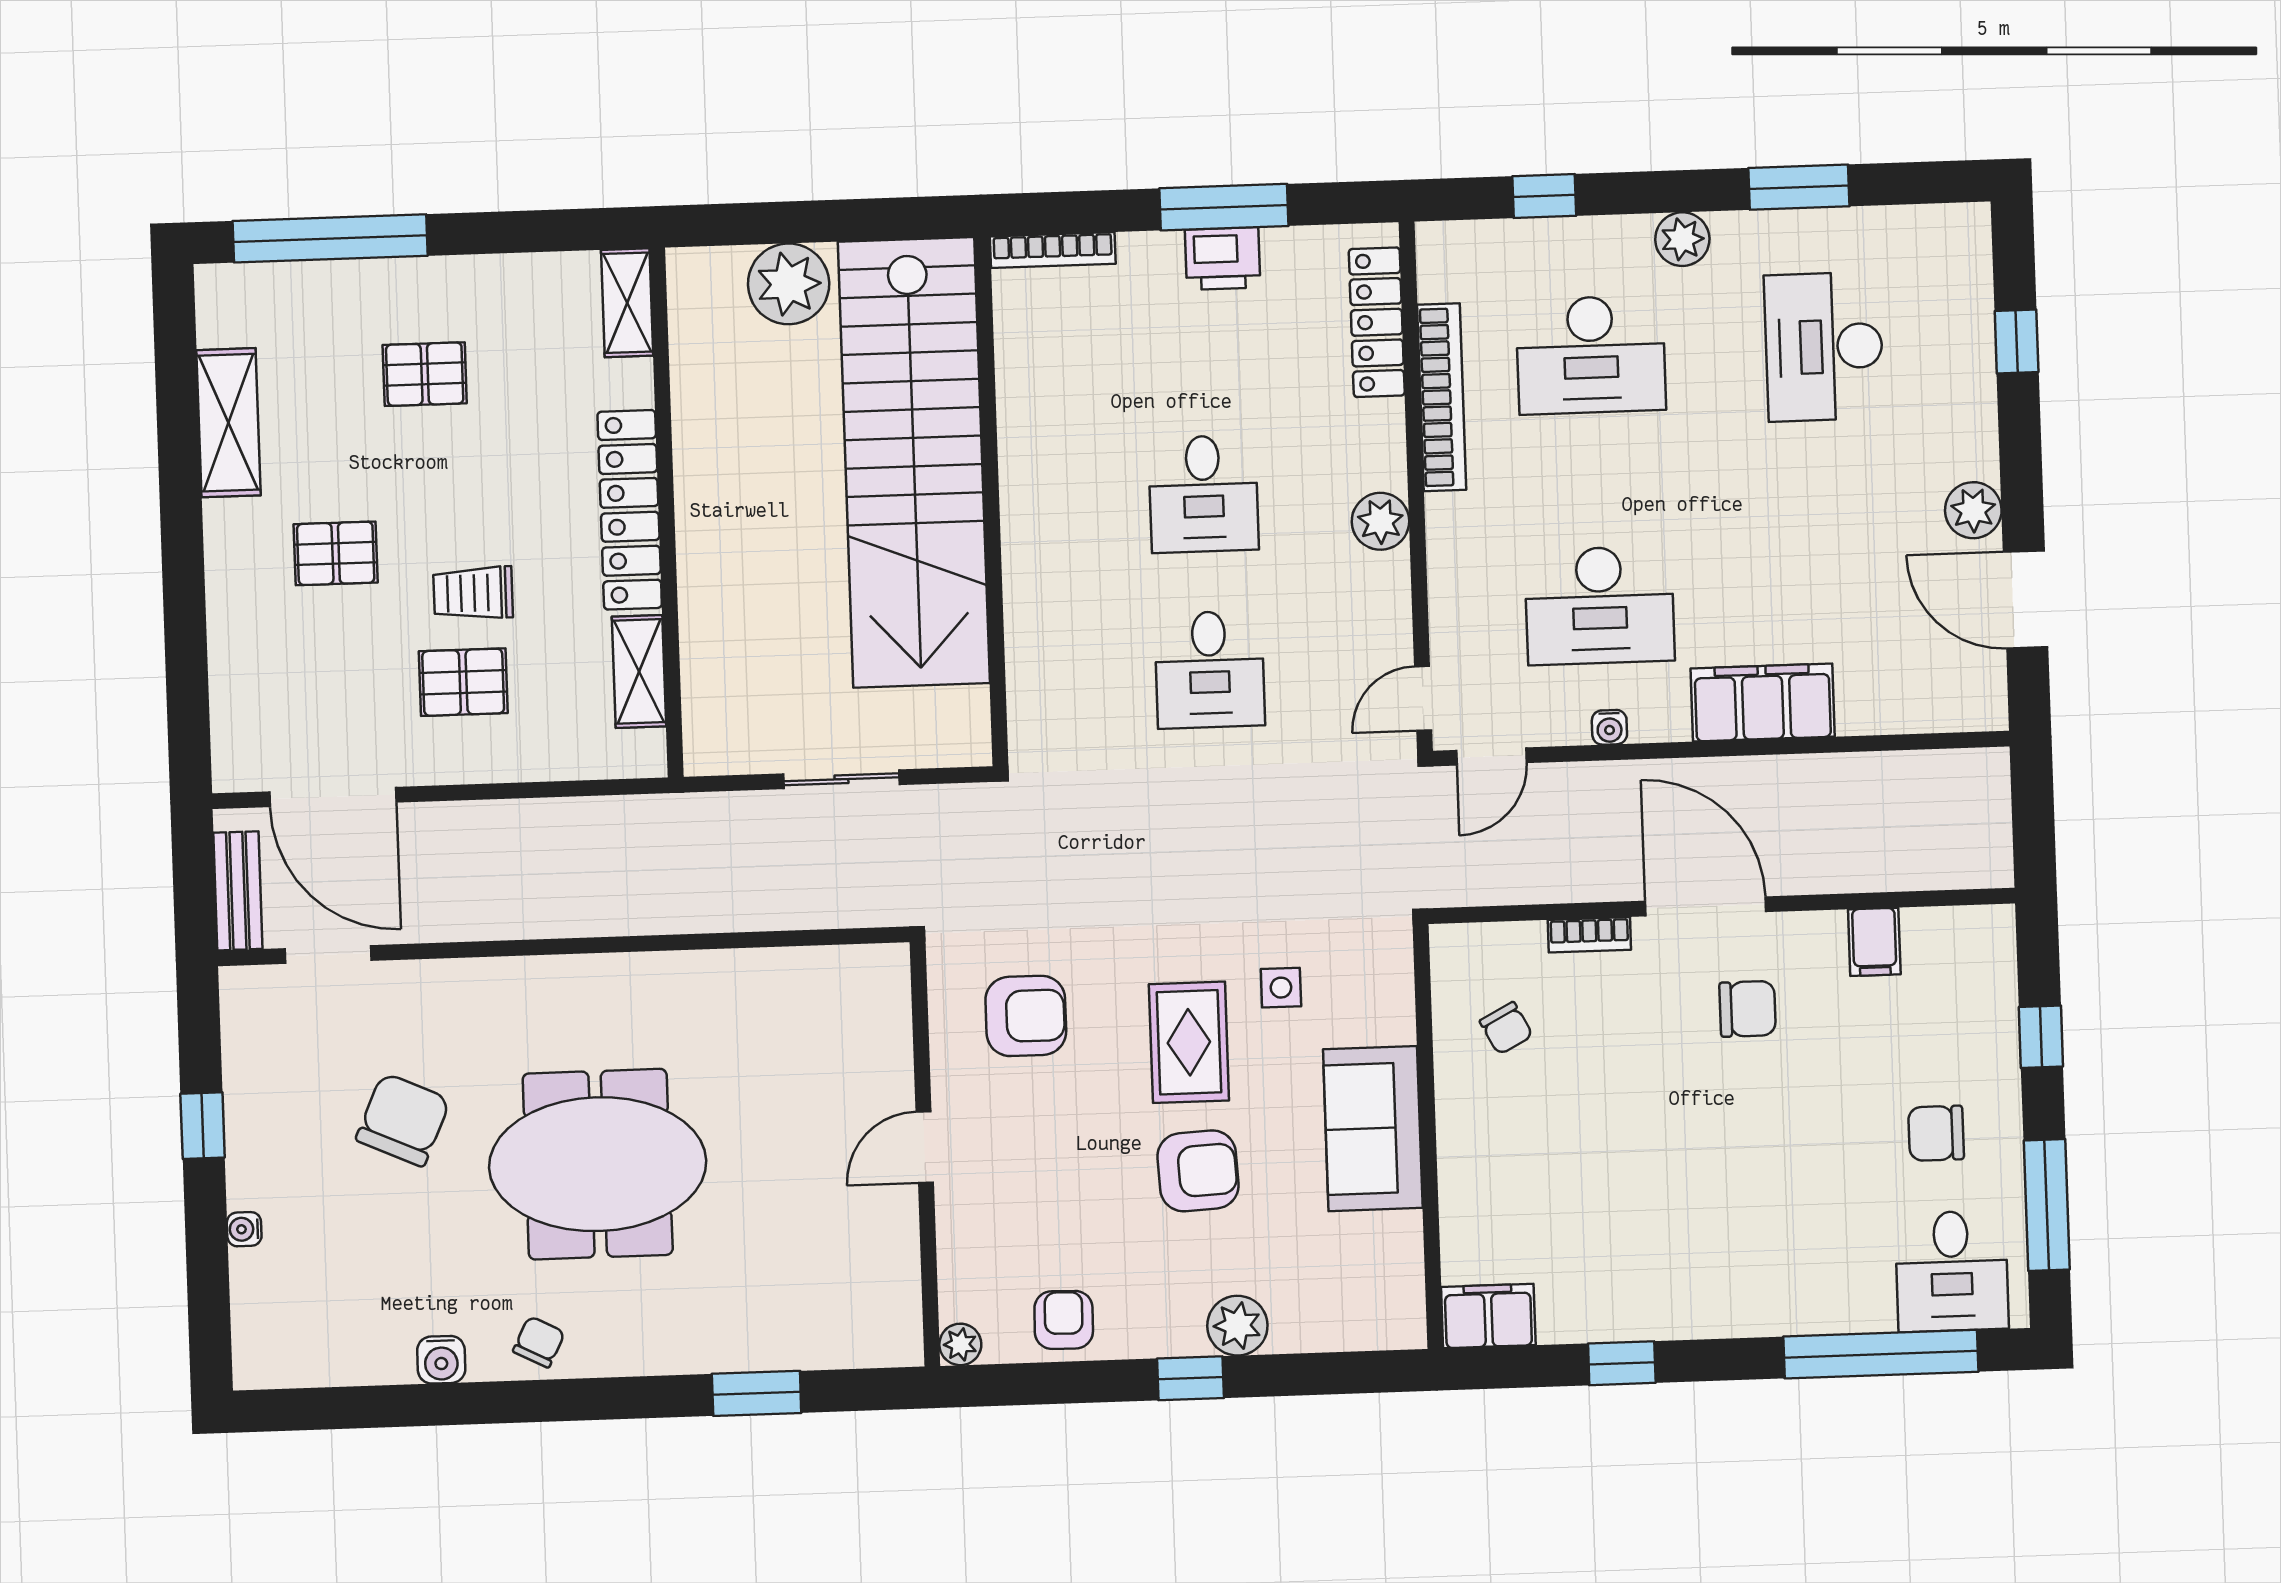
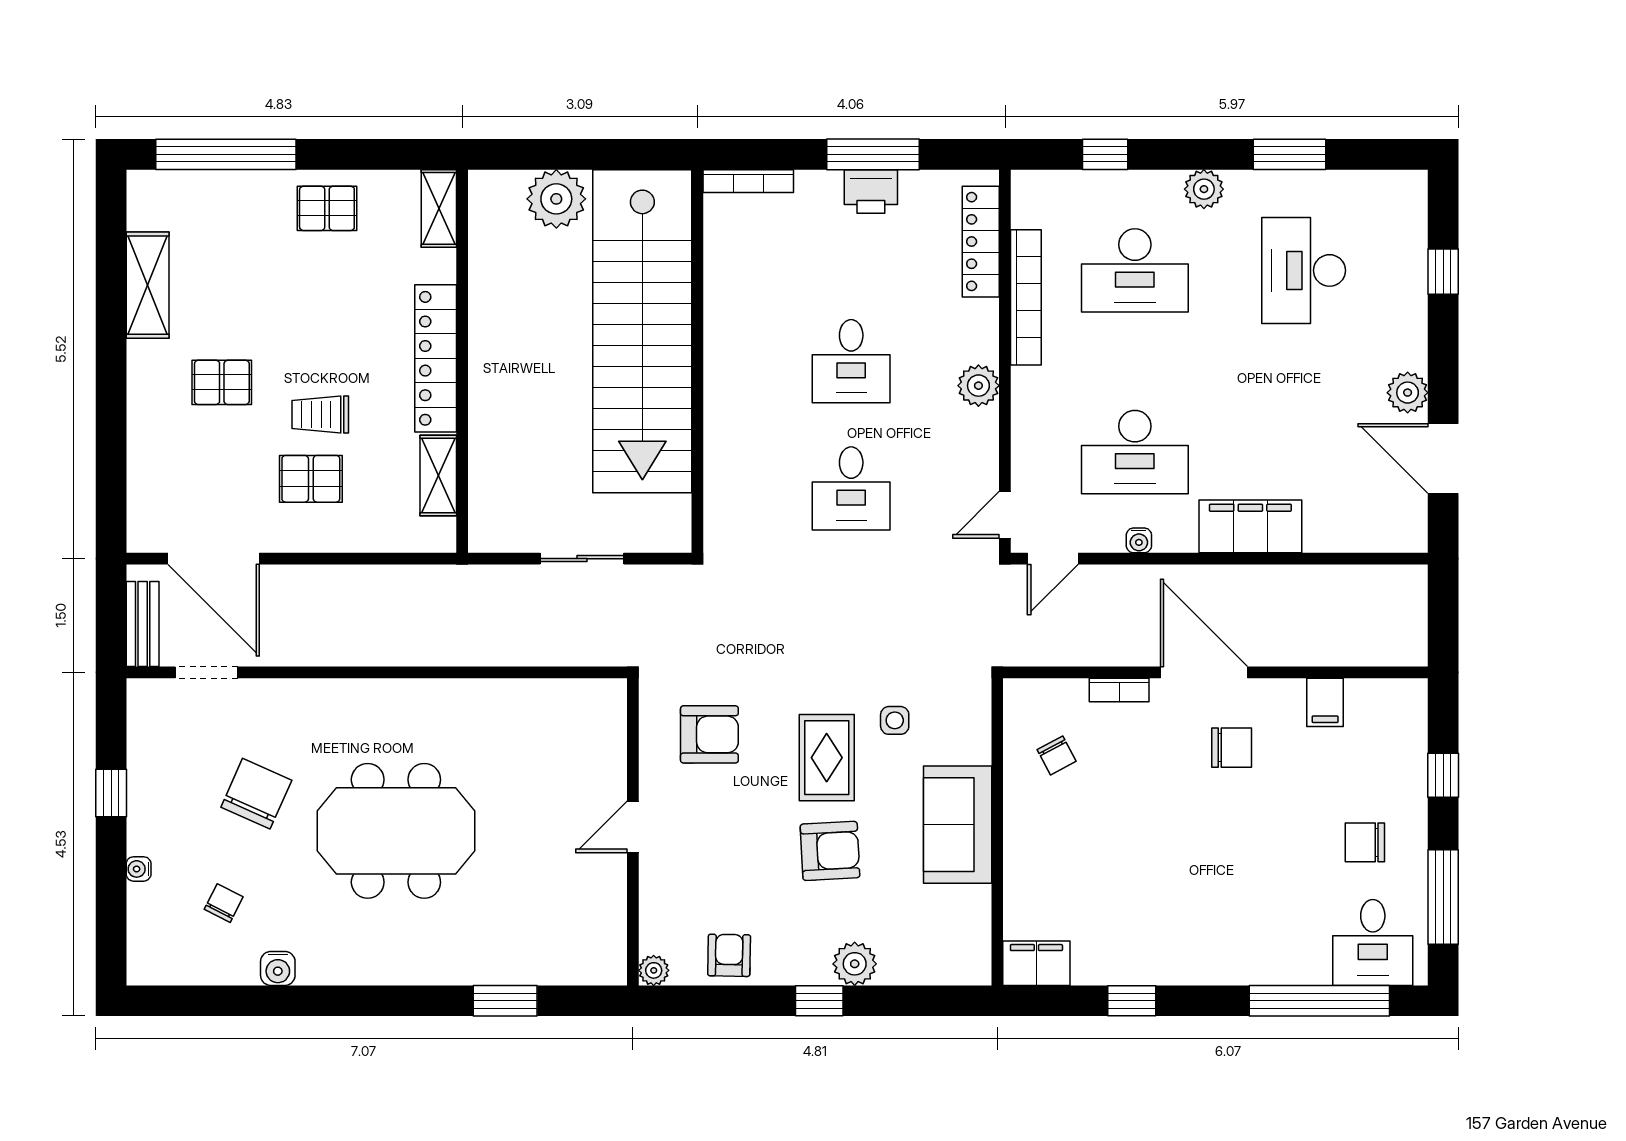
pallet: (425, 374) -> (327, 208), moved
chair: (539, 1342) -> (224, 903), moved

